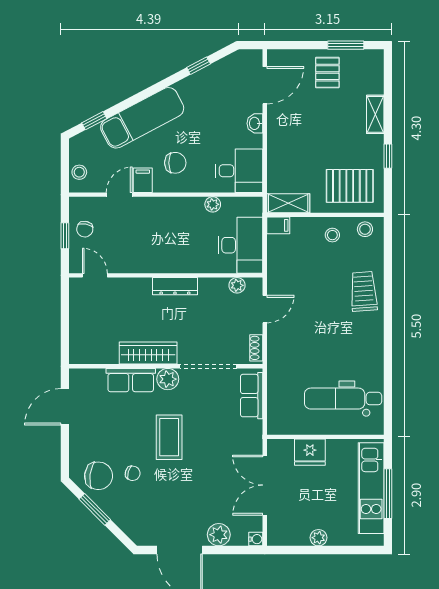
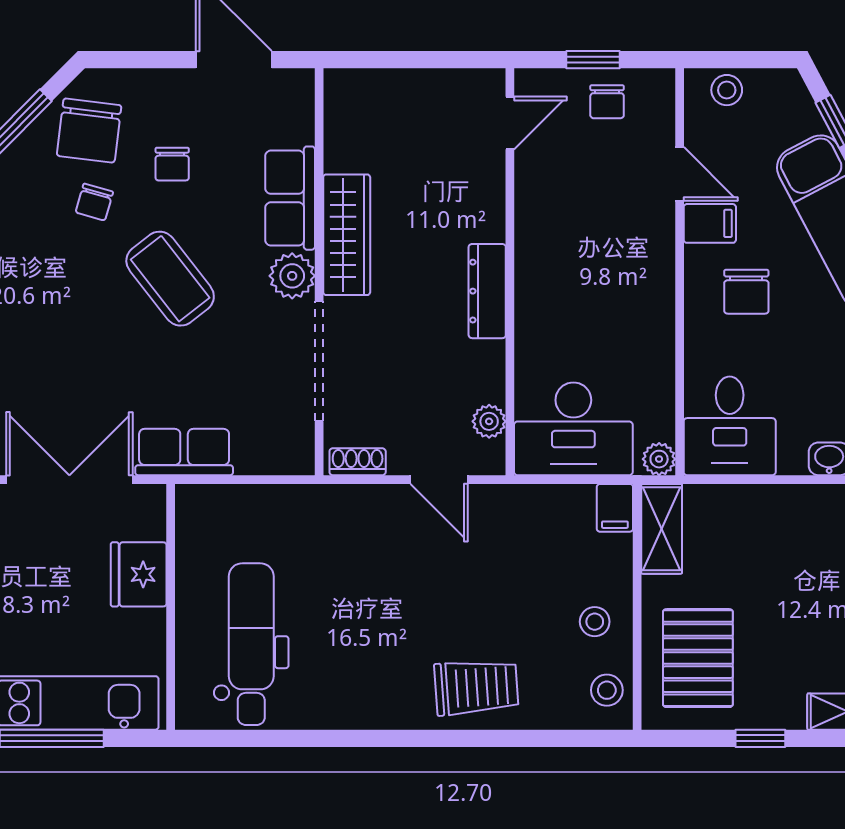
plant: (213, 204) -> (659, 459), moved
chair: (85, 229) -> (607, 102), turned -101
row of seats: (252, 396) -> (184, 452), moved
chair: (115, 436) -> (172, 164), added
coffee table: (169, 437) -> (170, 279), turned 52

